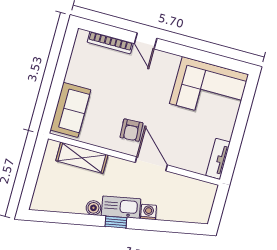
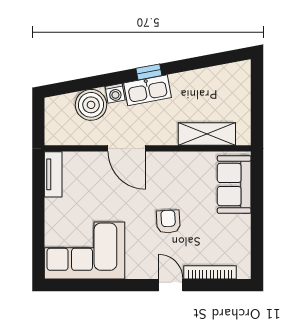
armchair: (131, 130) -> (168, 222), moved
boiler: (93, 208) -> (91, 105), moved, width x1.86, depth x1.86

